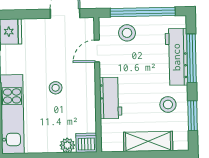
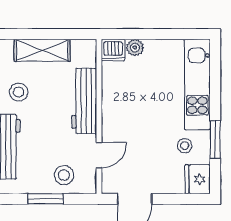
window: (143, 12) -> (46, 199), width x0.47
stool: (56, 88) -> (185, 146), moved
workbench: (111, 98) -> (84, 101), width x1.38

